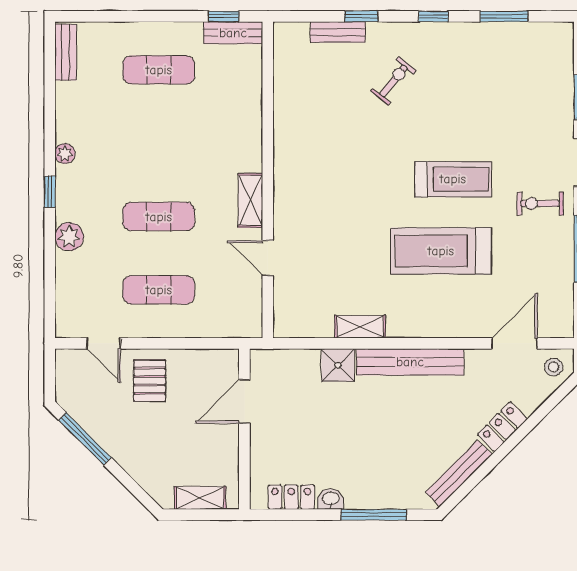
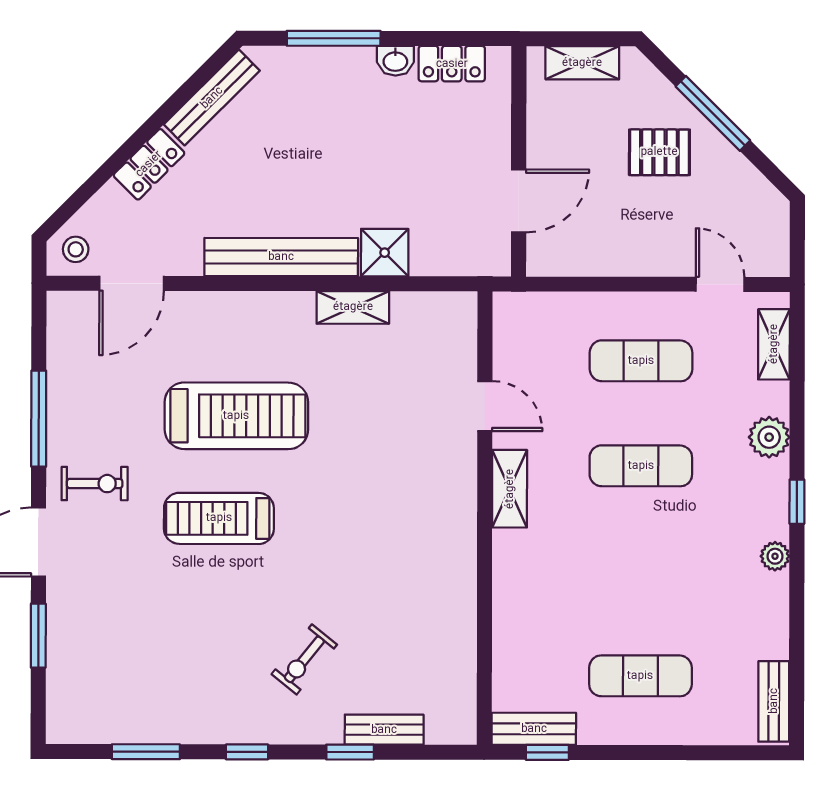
shelving: (66, 302) -> (774, 344), added
pallet: (150, 381) -> (659, 152), moved, turned 90
window: (85, 439) -> (713, 113), moved

